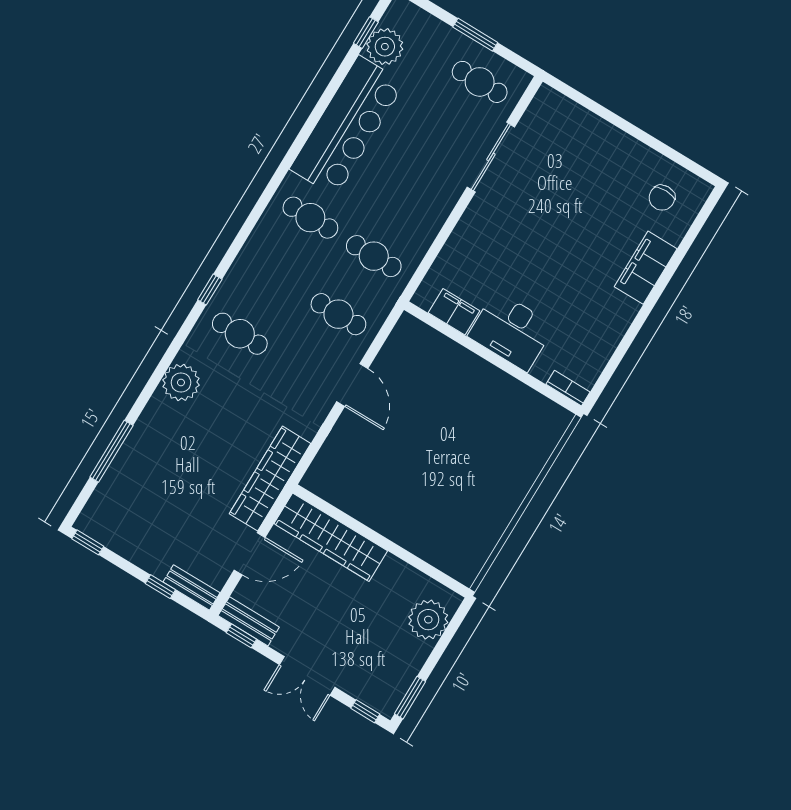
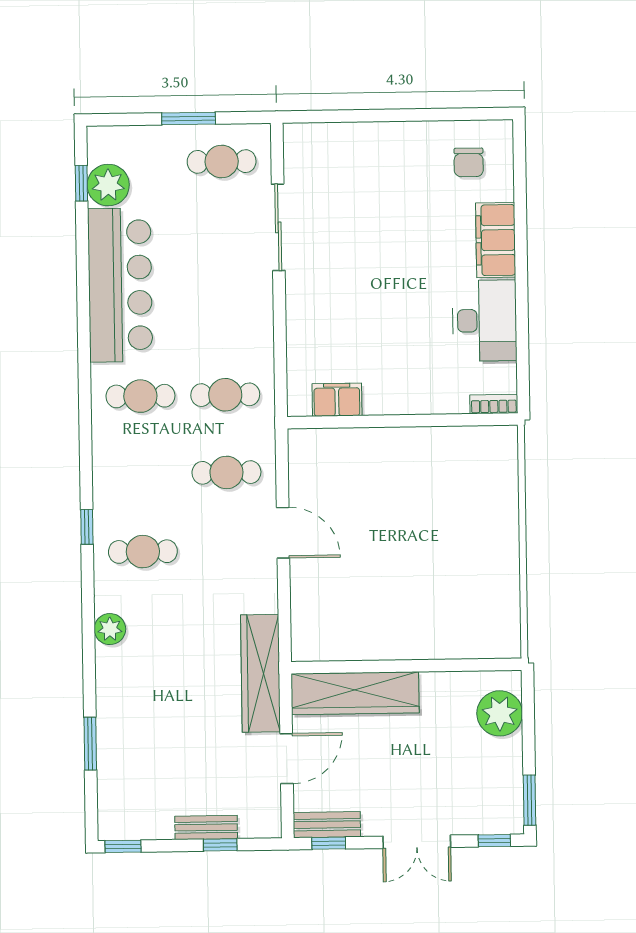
desk: (511, 331) -> (484, 321), moved, turned -90
plant: (181, 383) -> (110, 629), width x0.73, depth x0.73
window: (111, 451) -> (90, 744), width x0.69
bench: (192, 587) -> (206, 827), moved

